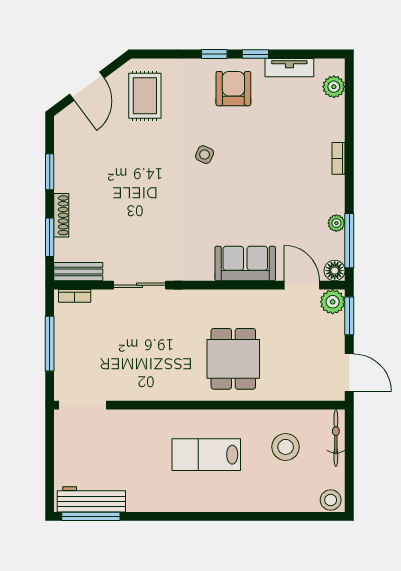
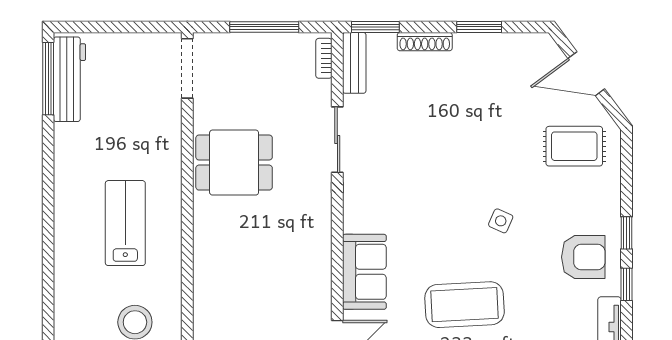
coffee table: (271, 183) -> (465, 305), added
window: (50, 237) -> (375, 27), moved
dining table: (233, 359) -> (234, 163), moved

